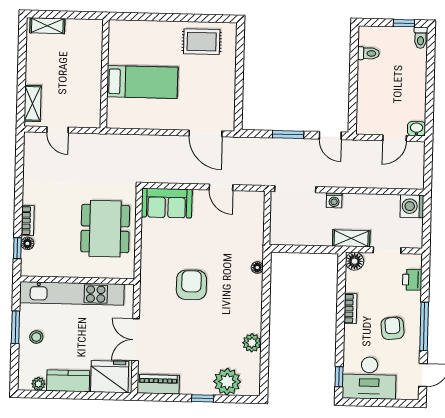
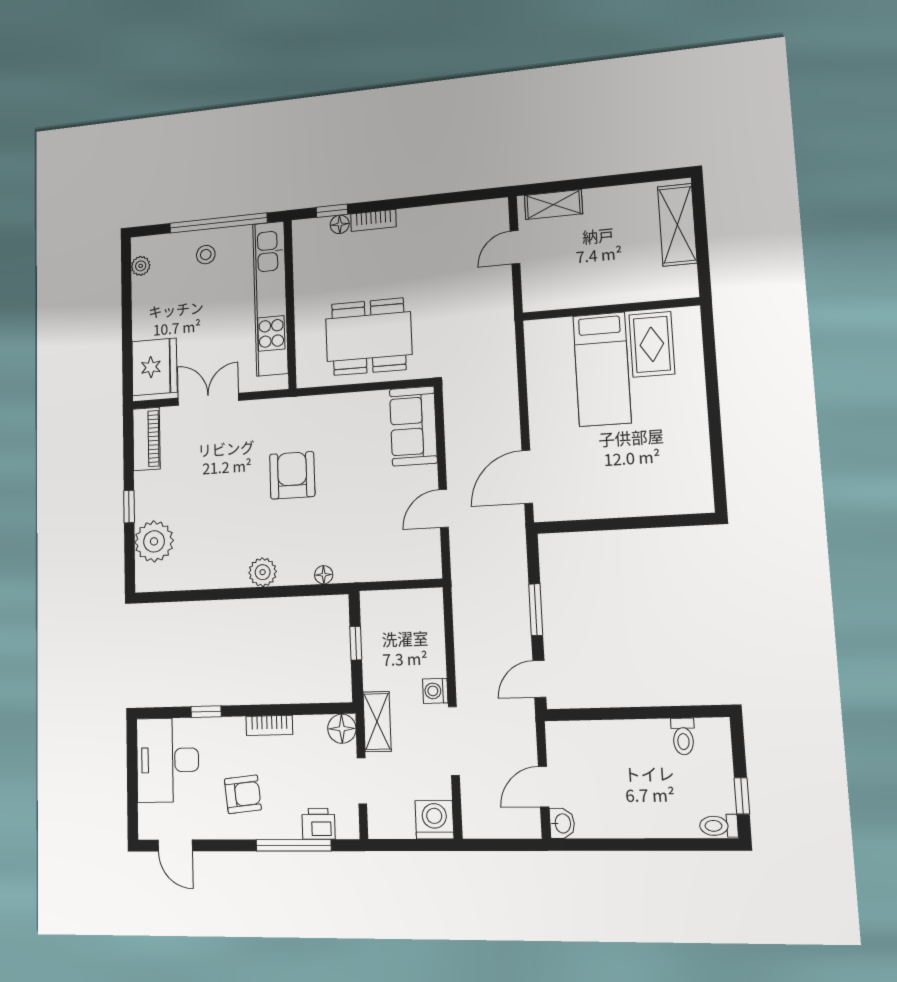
shelving: (47, 26) -> (677, 225), width x1.50, depth x1.33
rug: (202, 42) -> (652, 344), moved
door: (395, 138) -> (544, 787), hinge flipped
doorway: (295, 189) -> (454, 741), moved
window: (302, 249) -> (356, 643), added
armchair: (191, 285) -> (292, 475), turned -90
window: (424, 326) -> (294, 845), moved
window: (15, 327) -> (218, 223), width x2.11
plant: (252, 343) -> (263, 572), moved
window: (339, 377) -> (206, 712), moved
kitchen counter: (68, 381) -> (146, 308), removed

